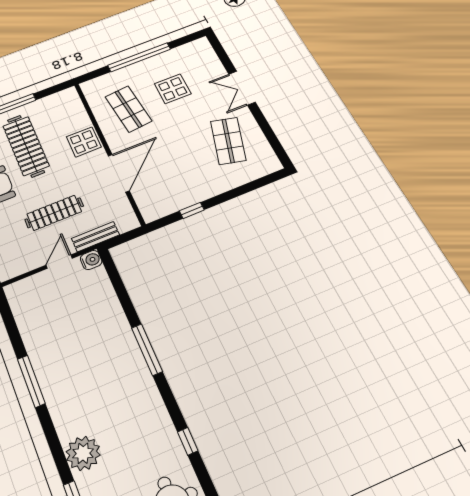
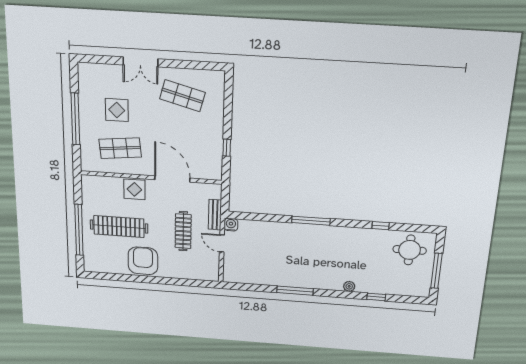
plant: (83, 453) -> (349, 286), width x0.53, depth x0.53

